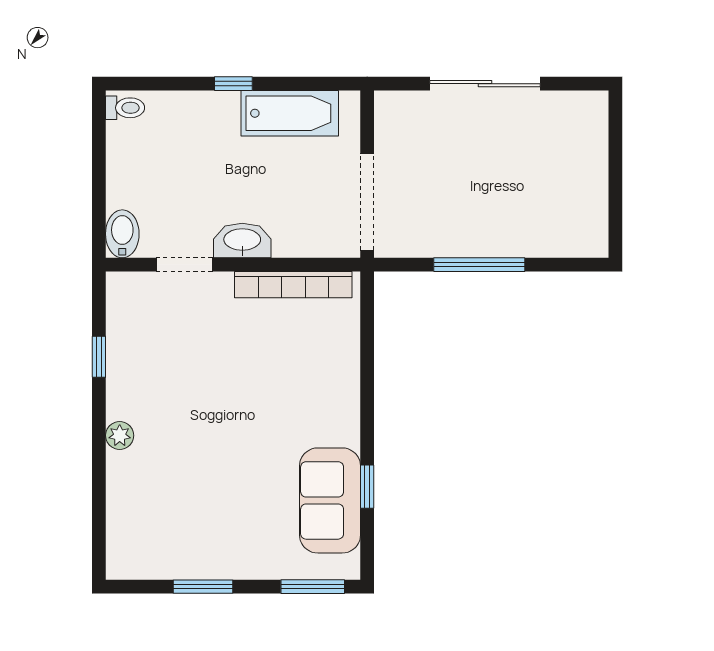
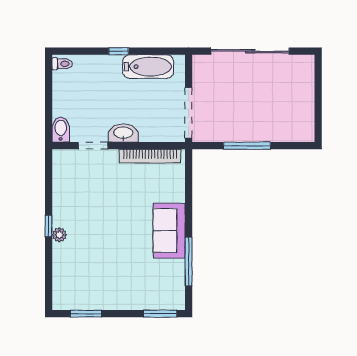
sliding door: (485, 84) -> (250, 51), width x1.36
window: (99, 357) -> (49, 226), moved
window: (367, 487) -> (189, 262), width x2.17
sofa: (330, 500) -> (169, 231), moved
window: (203, 587) -> (86, 314), moved

